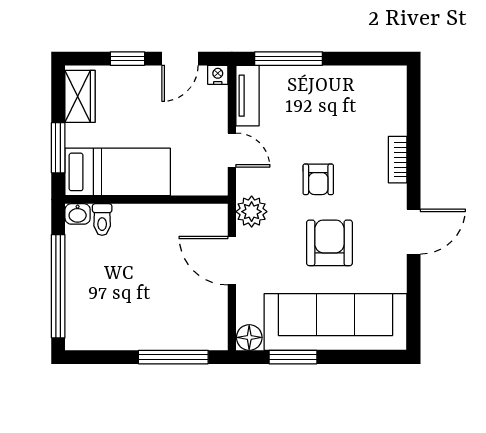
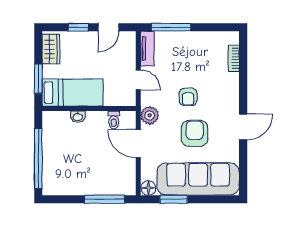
nightstand: (218, 75) -> (130, 37), removed
bookcase: (398, 160) -> (234, 58), moved
washbasin: (78, 214) -> (78, 117), moved
toilet: (102, 220) -> (114, 120), moved

